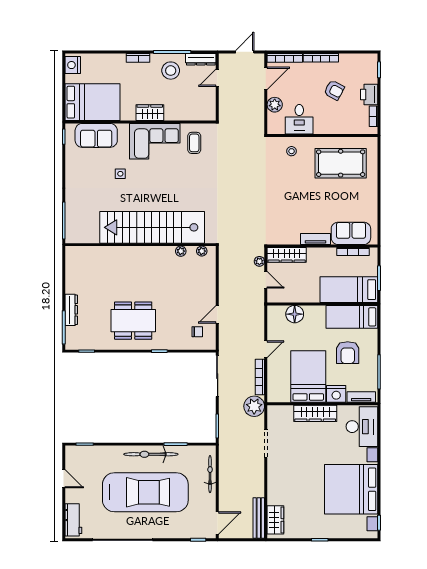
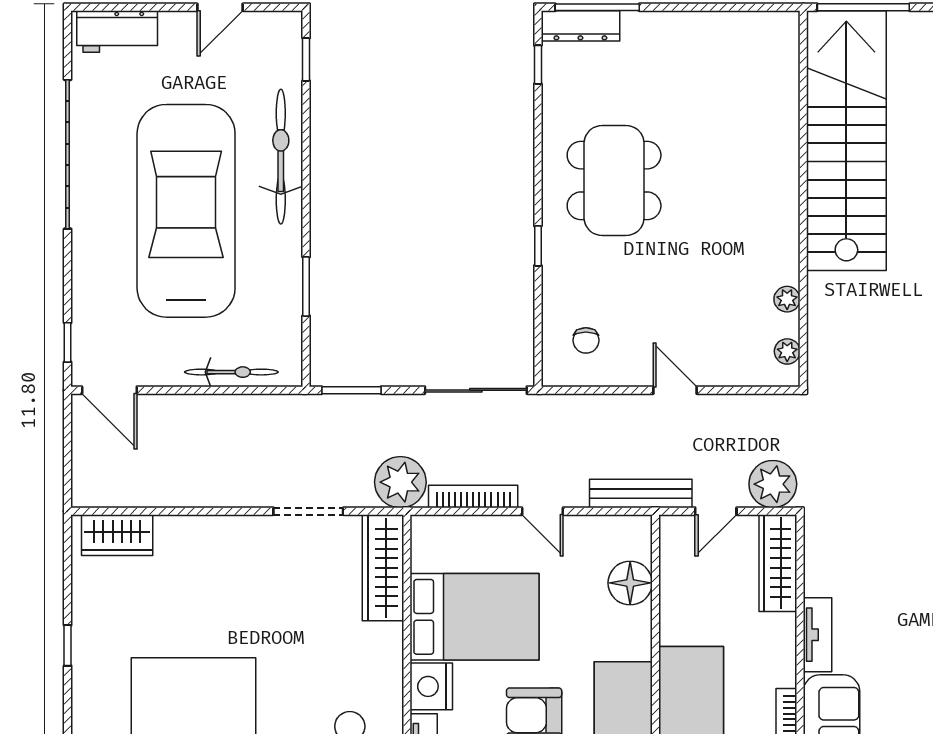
stairs: (152, 227) -> (846, 141), moved
plant: (259, 261) -> (773, 484), width x1.88, depth x1.88
dresser: (71, 310) -> (580, 26), moved
door: (217, 314) -> (675, 390), moved
wardrobe: (315, 413) -> (383, 568), moved
bicycle: (151, 454) -> (281, 157), moved
car: (145, 492) -> (186, 211), turned 180
bench: (259, 518) -> (641, 494), moved

